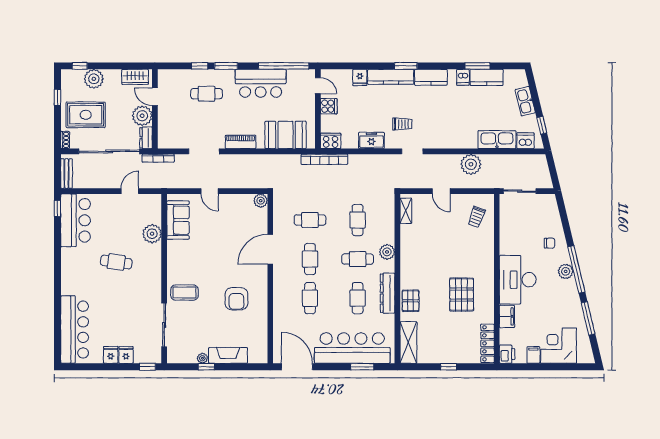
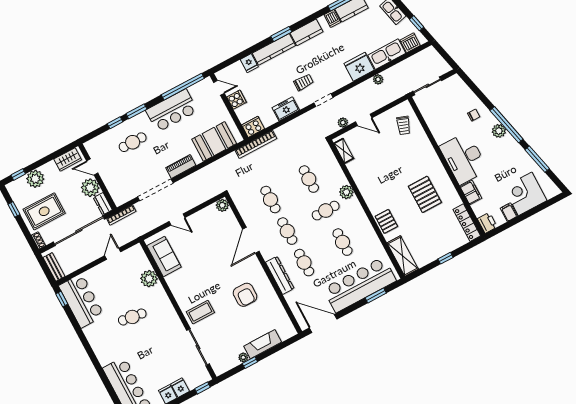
fridge: (464, 138) -> (359, 67), added
doorway: (204, 151) -> (155, 190), width x1.36
plant: (471, 164) -> (378, 79), width x0.53, depth x0.53
plant: (420, 183) -> (343, 123), added
cafe table: (310, 220) -> (270, 200), turned 90
dresser: (388, 293) -> (280, 275), moved, turned 180

